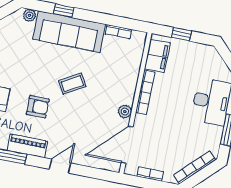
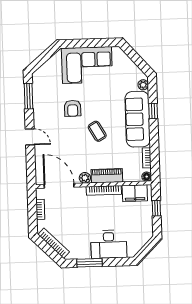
floor lamp: (141, 37) -> (147, 177), added
piano: (27, 146) -> (107, 176), moved, turned -90

